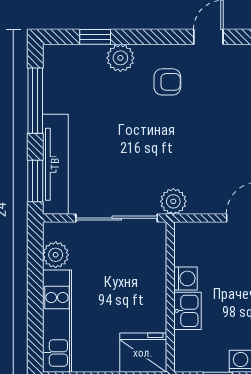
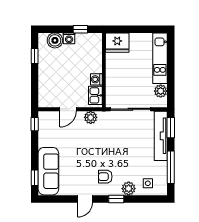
window: (95, 37) -> (116, 199), moved
side table: (81, 68) -> (148, 183), added
plant: (173, 201) -> (91, 117), moved
kitchen sink: (188, 311) -> (95, 95), moved

